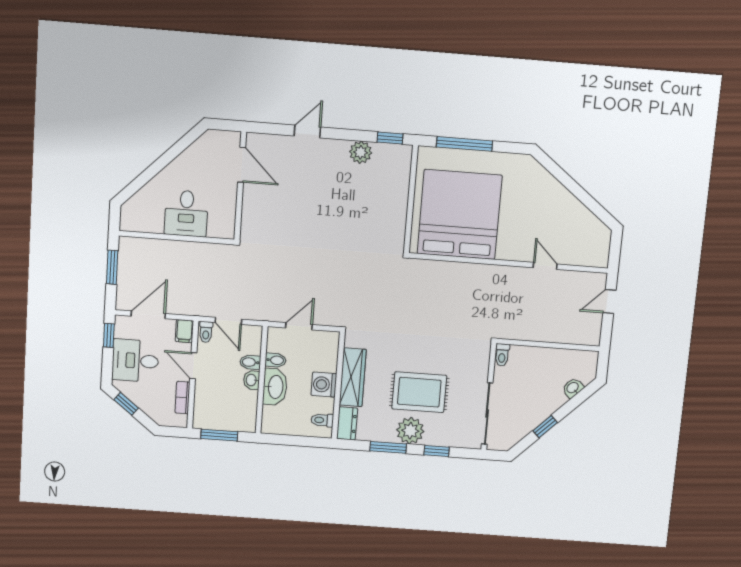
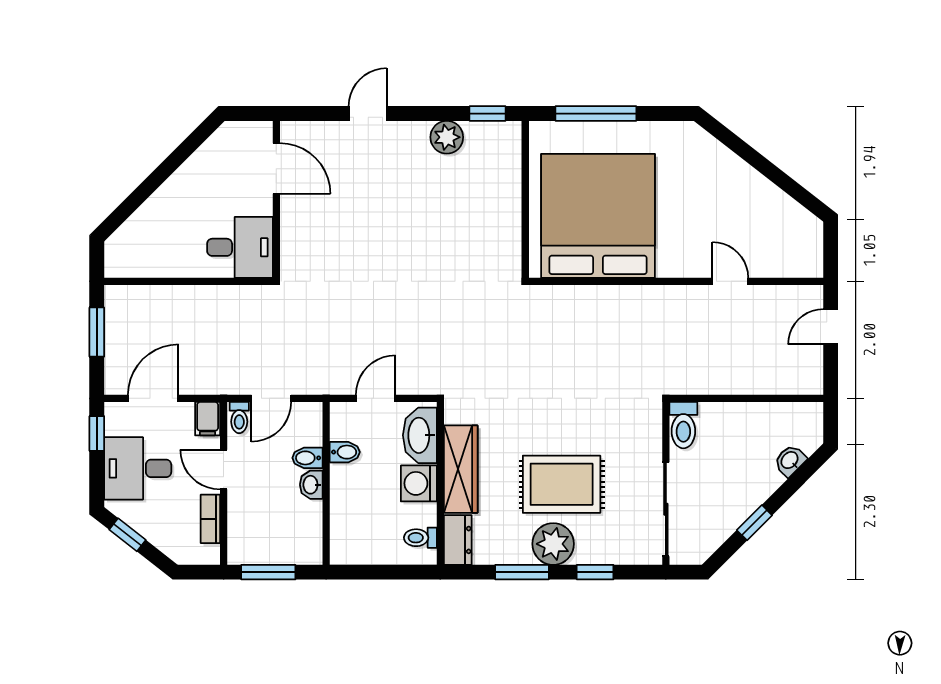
desk: (186, 213) -> (240, 247), moved, turned -90
door: (228, 321) -> (271, 398), hinge flipped
toilet: (502, 355) -> (683, 425), width x1.37, depth x1.39
washbasin: (275, 387) -> (420, 435), moved, turned 180

